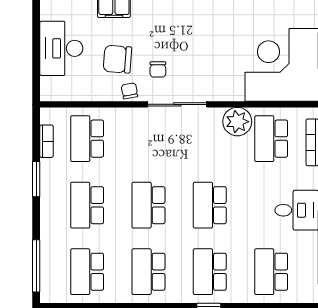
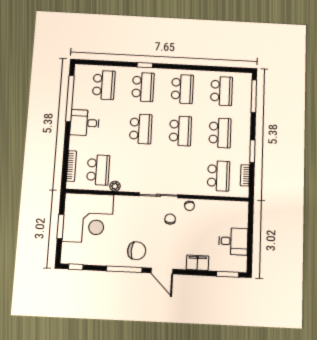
desk: (61, 48) -> (233, 241), width x0.73
chair: (117, 59) -> (137, 251), moved
plant: (237, 122) -> (115, 186), width x0.53, depth x0.53

